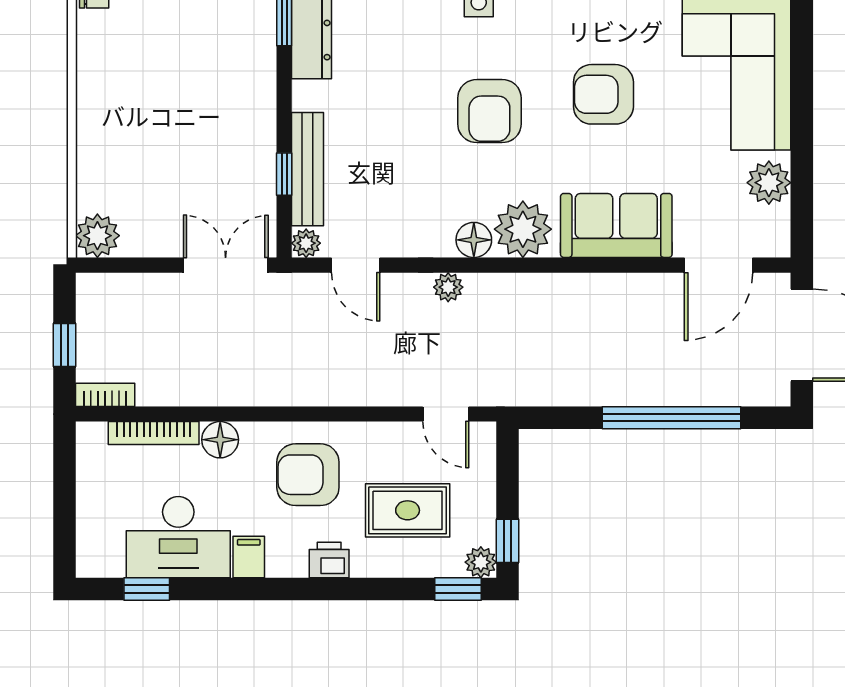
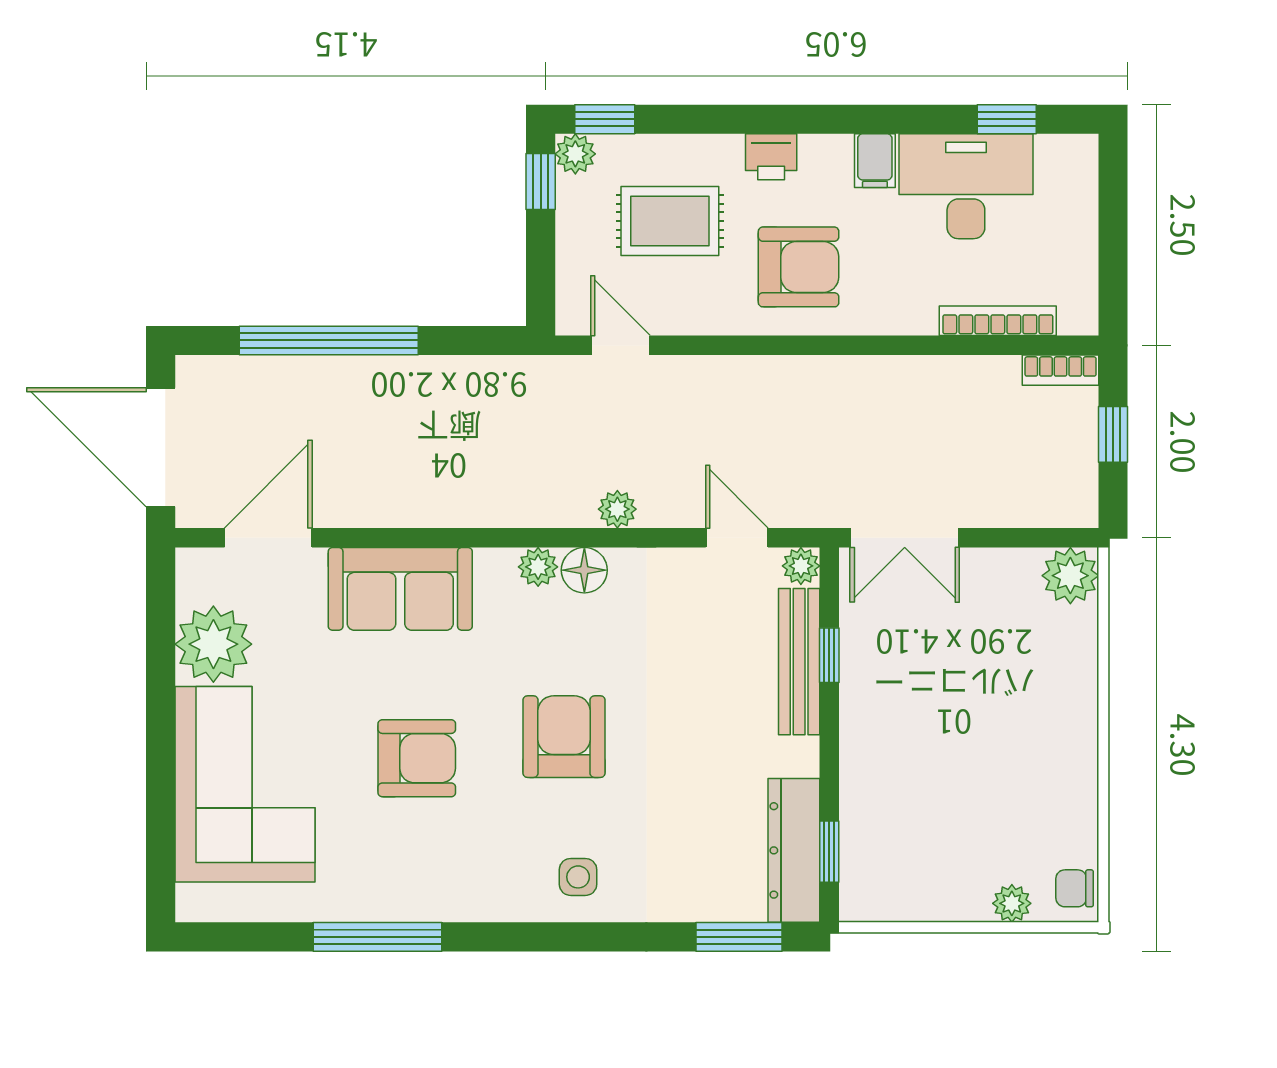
plant: (769, 183) -> (213, 644), width x1.36, depth x1.36
plant: (523, 229) -> (538, 567), width x0.53, depth x0.53
floor lamp: (220, 440) -> (912, 312), removed

